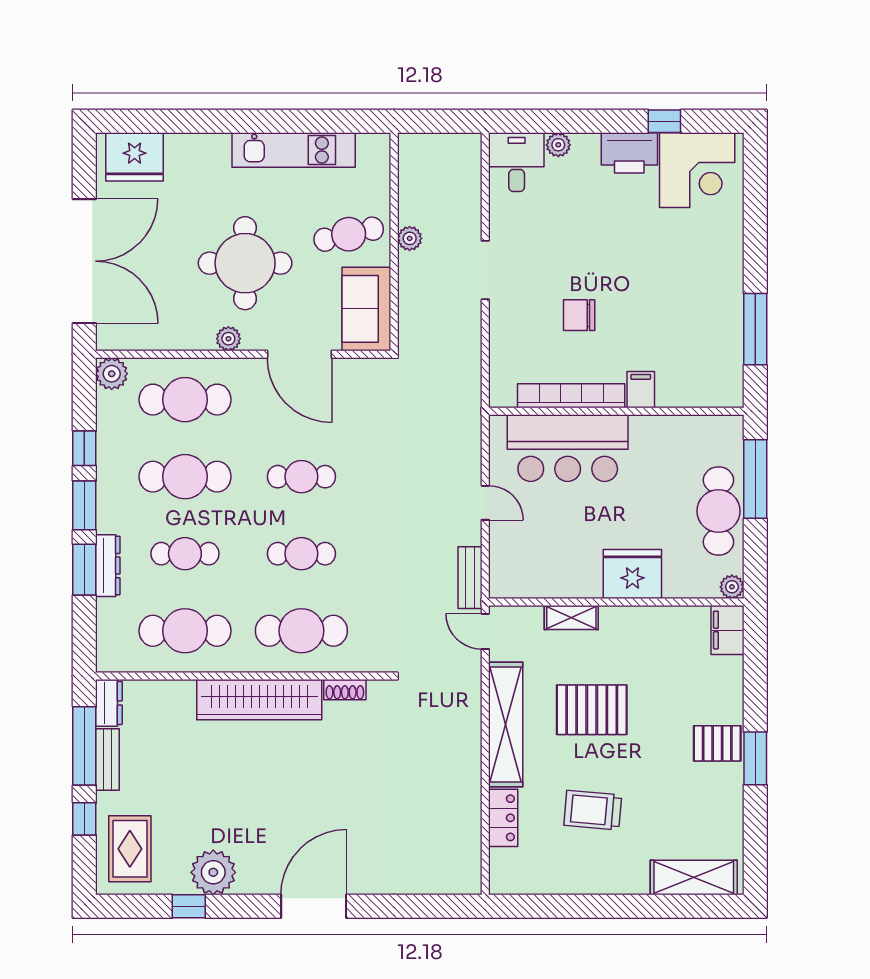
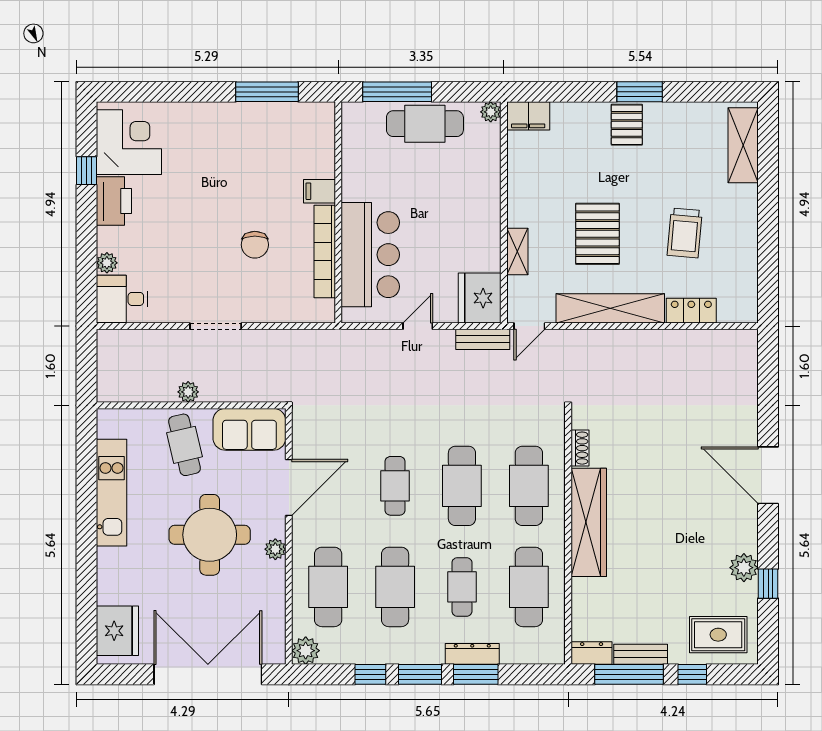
cafe table: (301, 554) -> (462, 486), width x1.37, depth x1.35
fridge: (632, 574) -> (480, 298), moved
plant: (213, 872) -> (744, 568), width x0.73, depth x0.73

